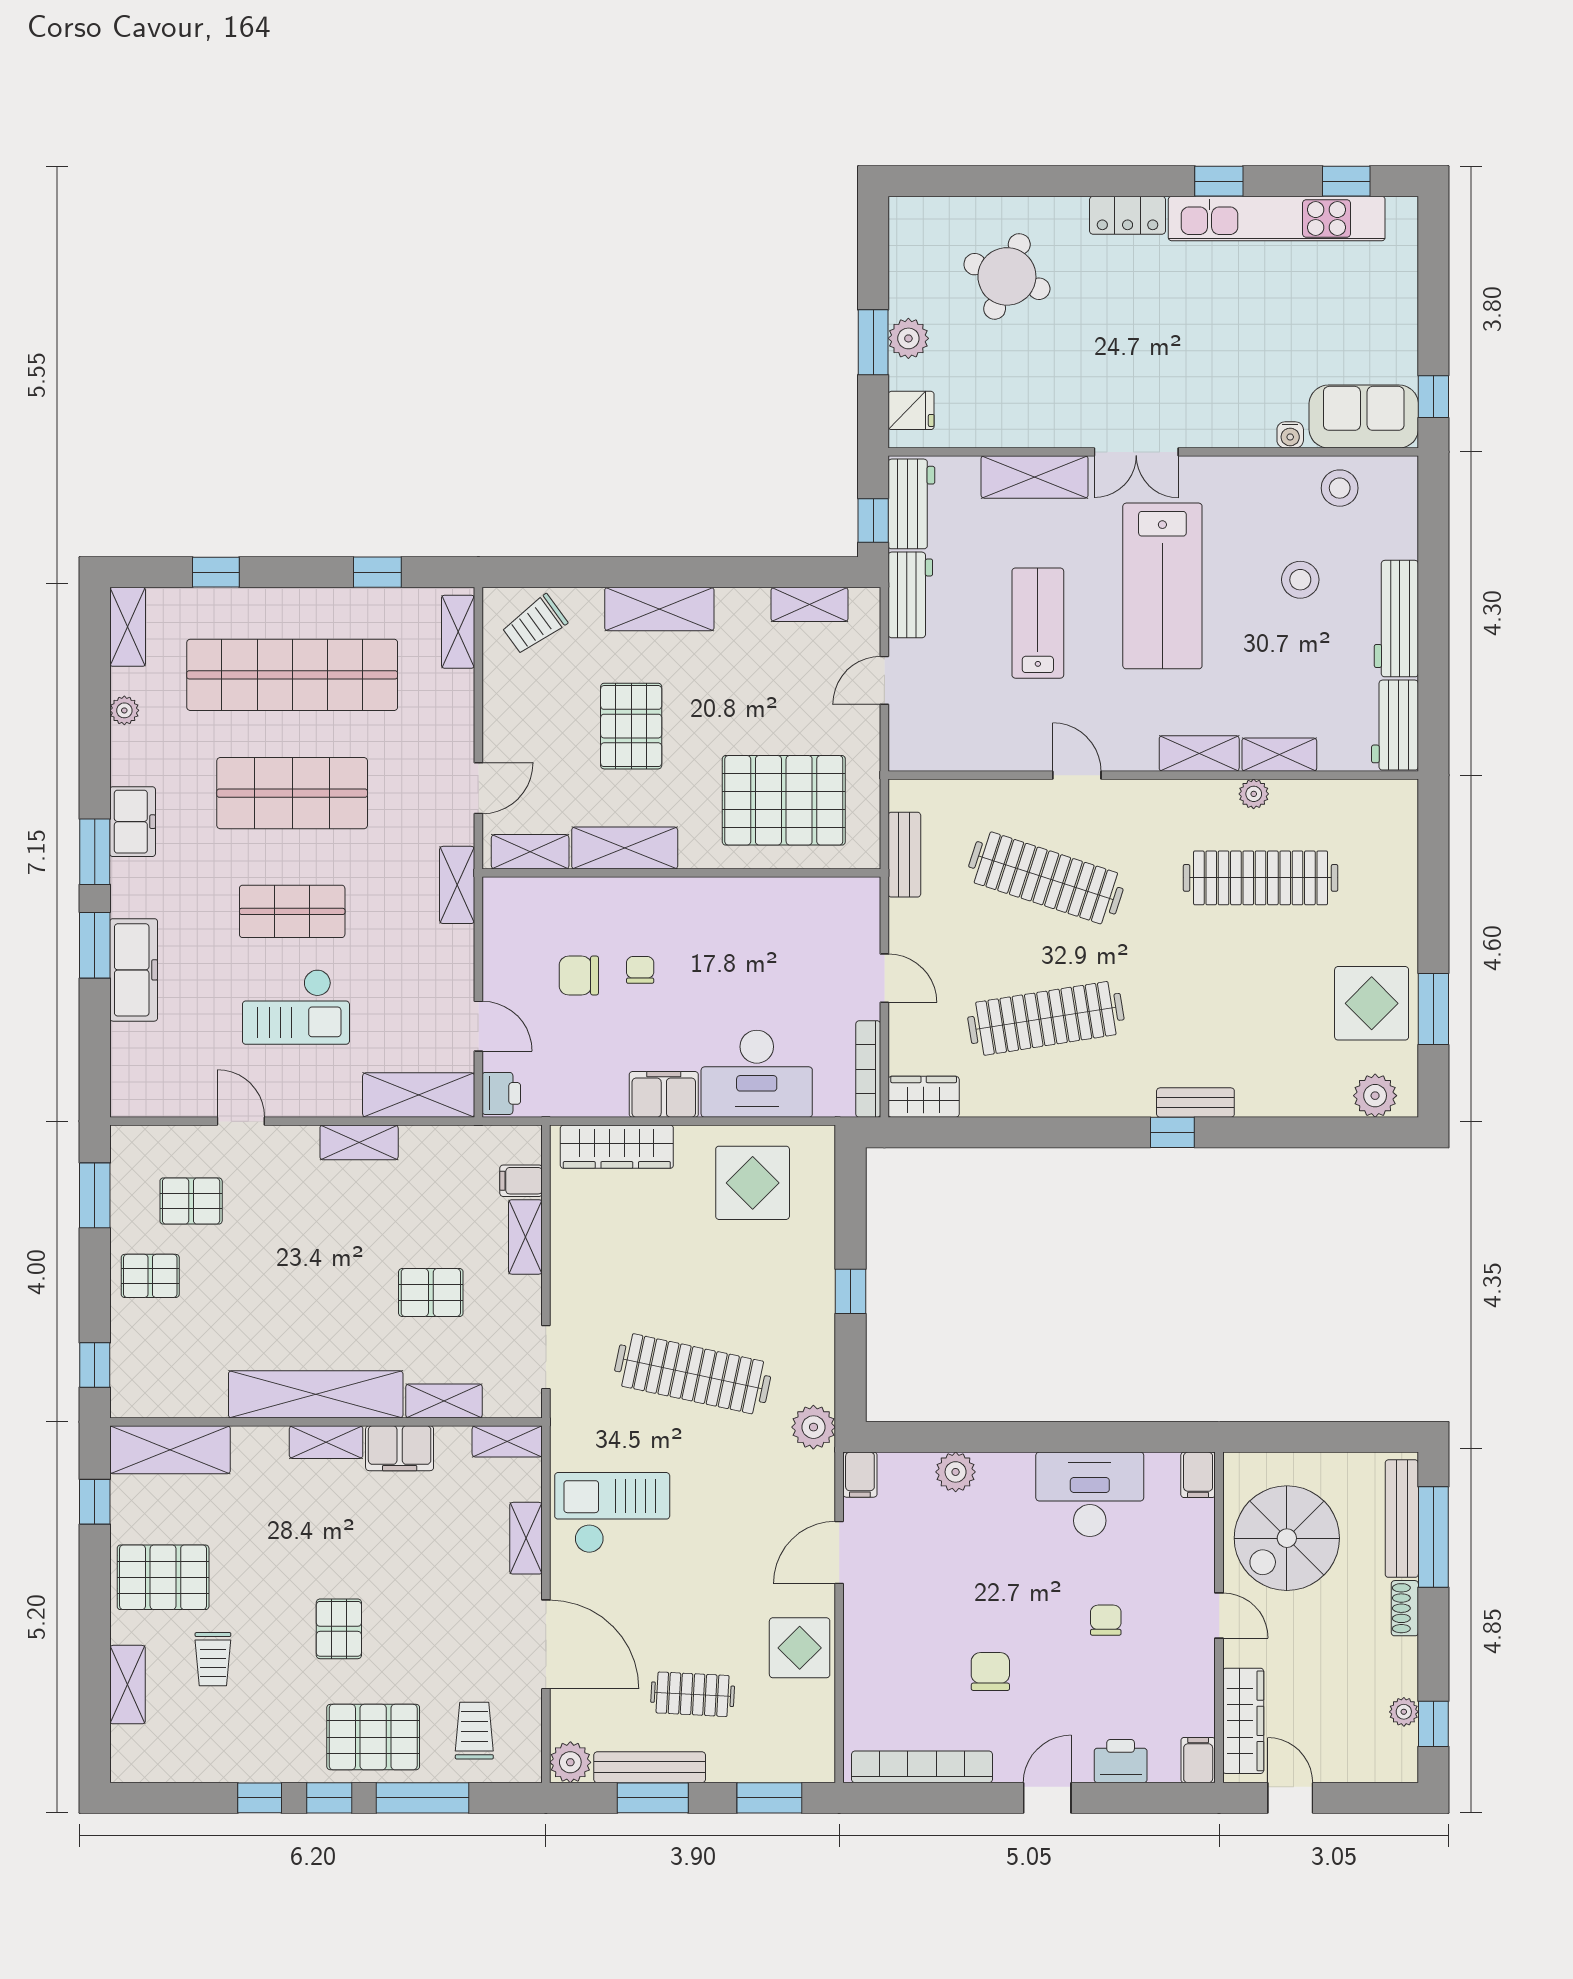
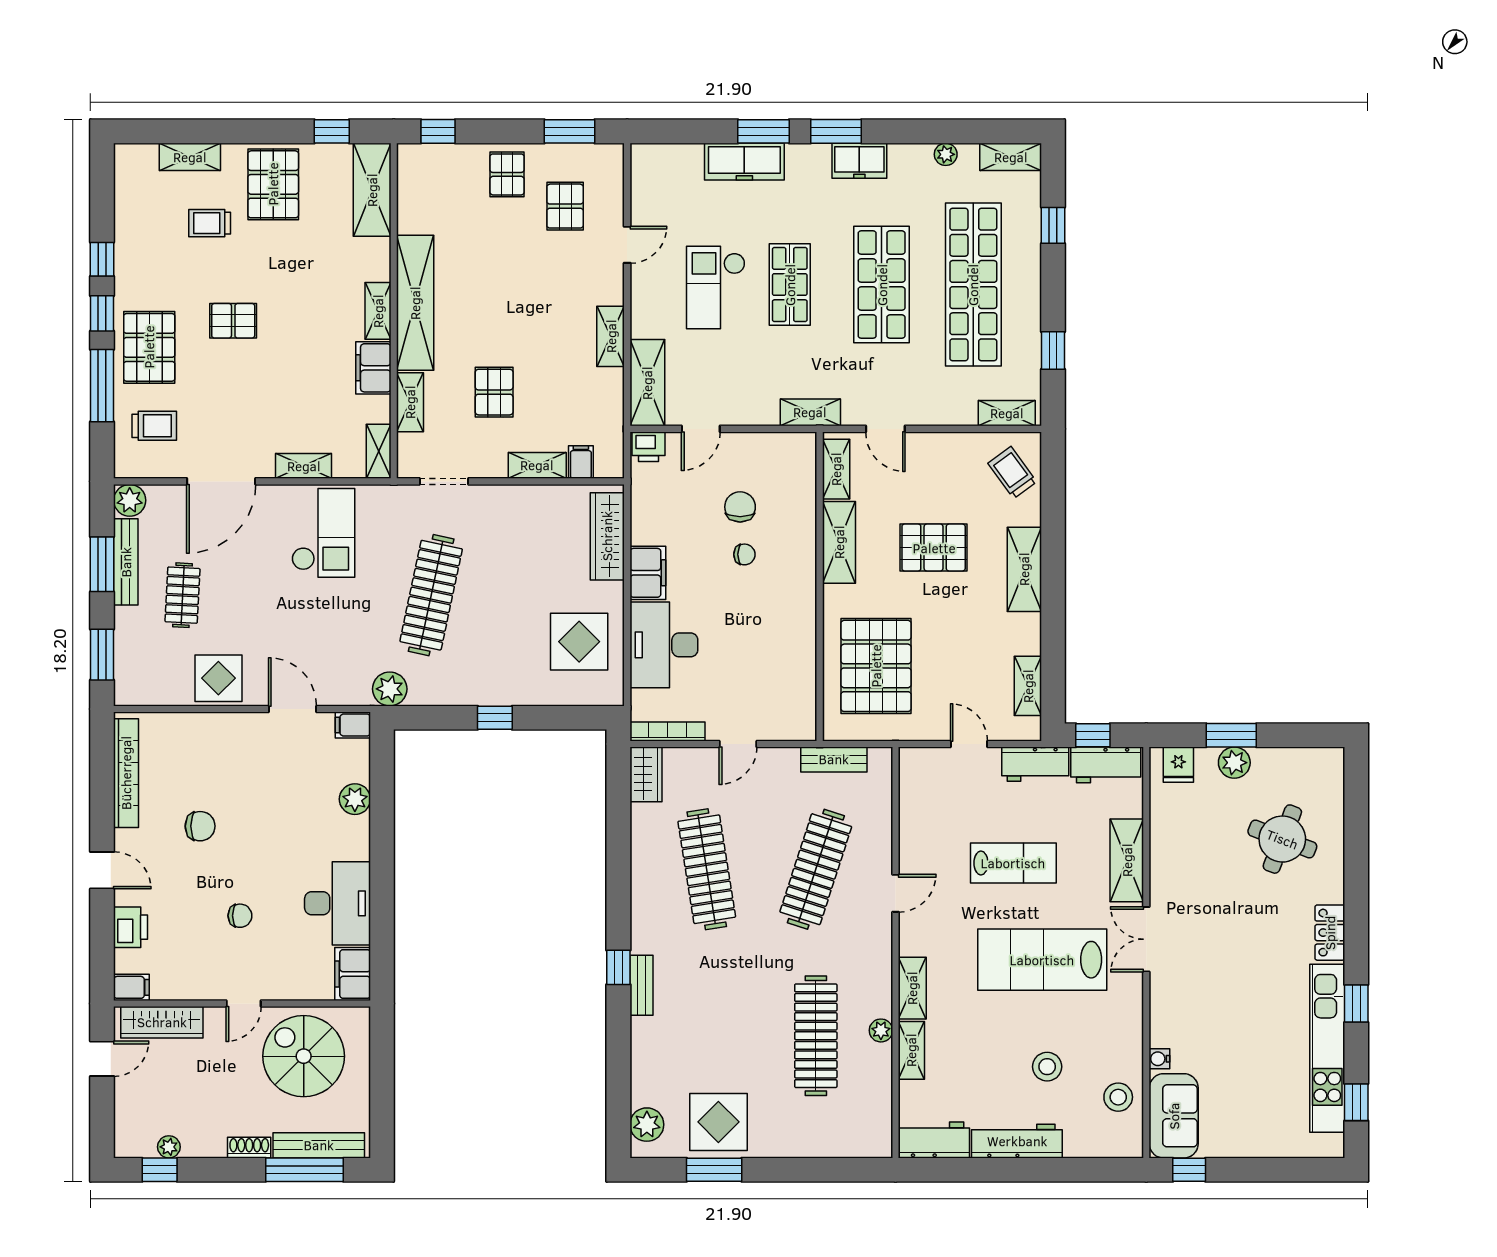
filing cabinet: (1198, 1475) -> (353, 974), width x2.00

